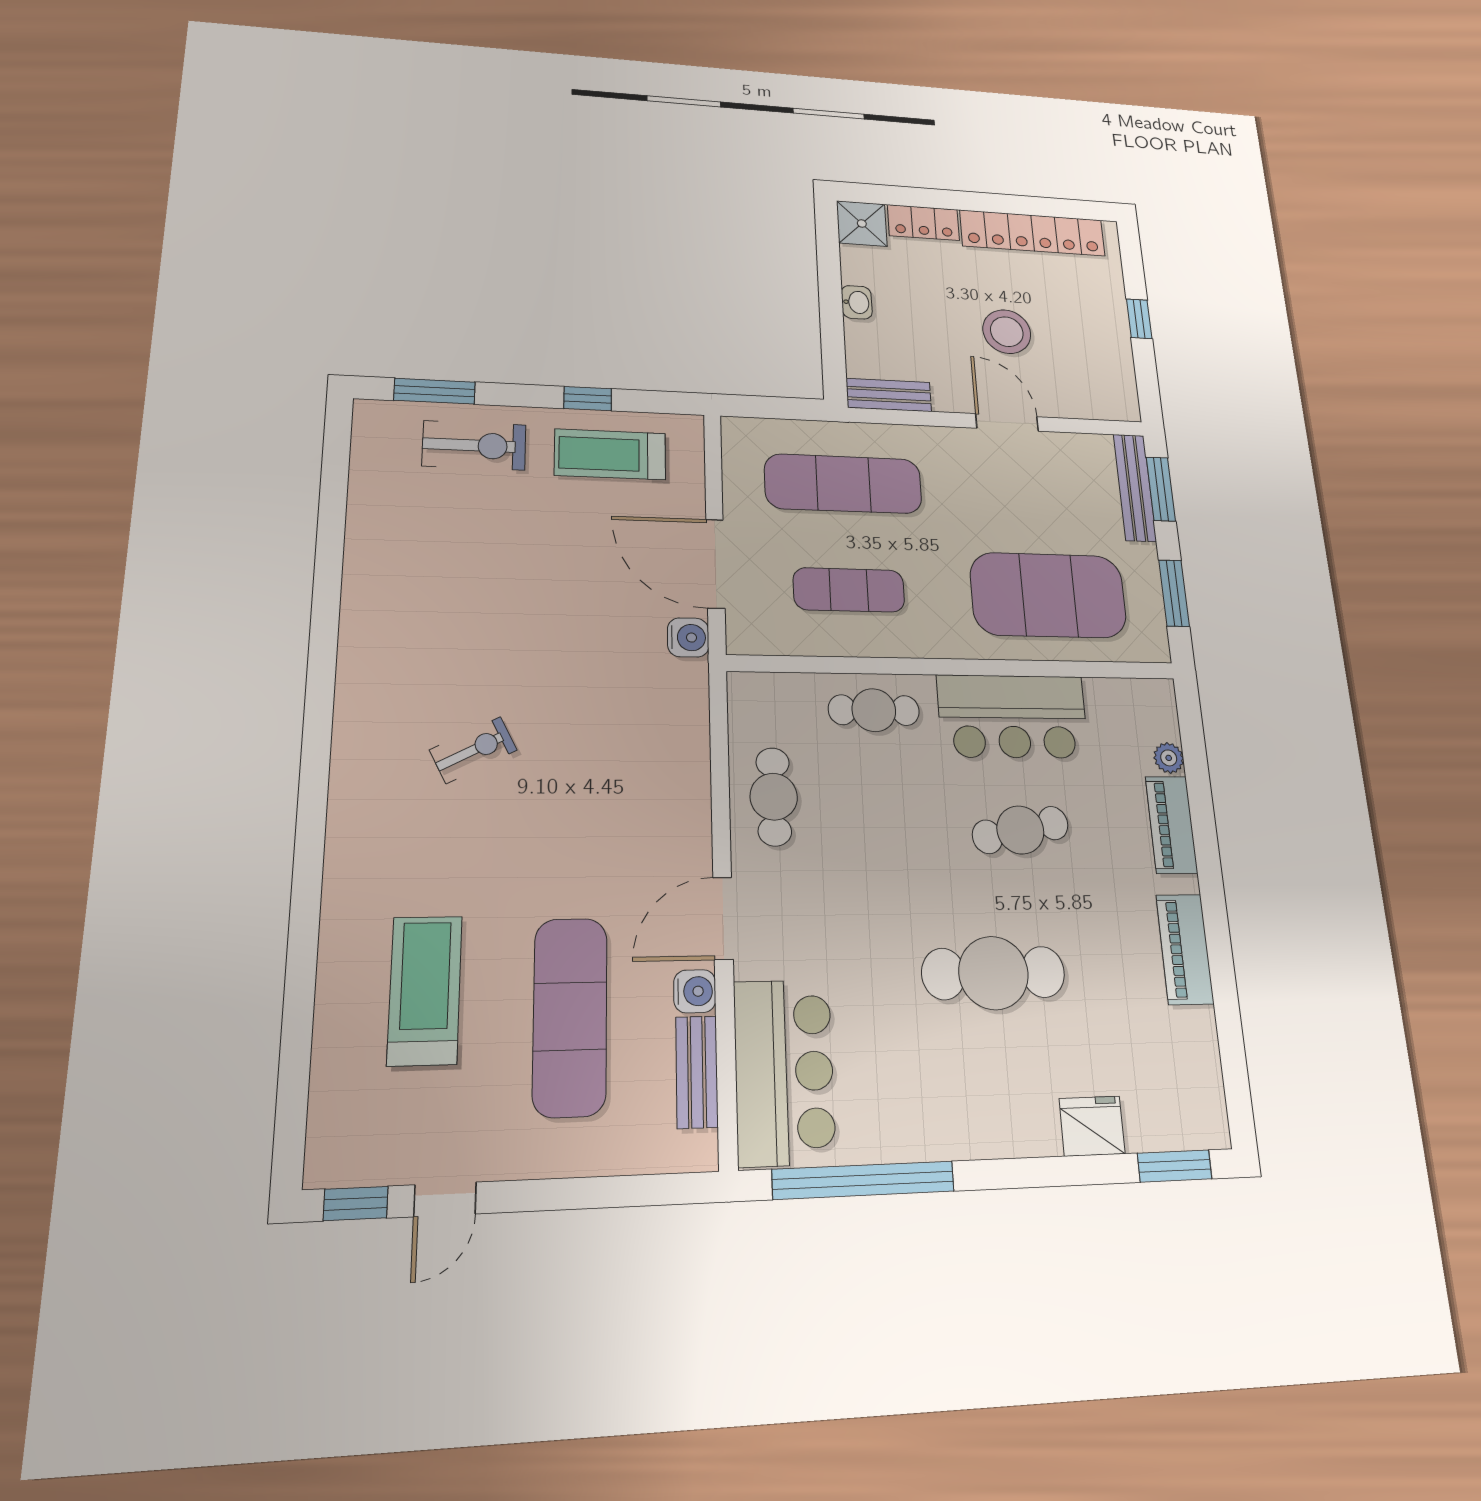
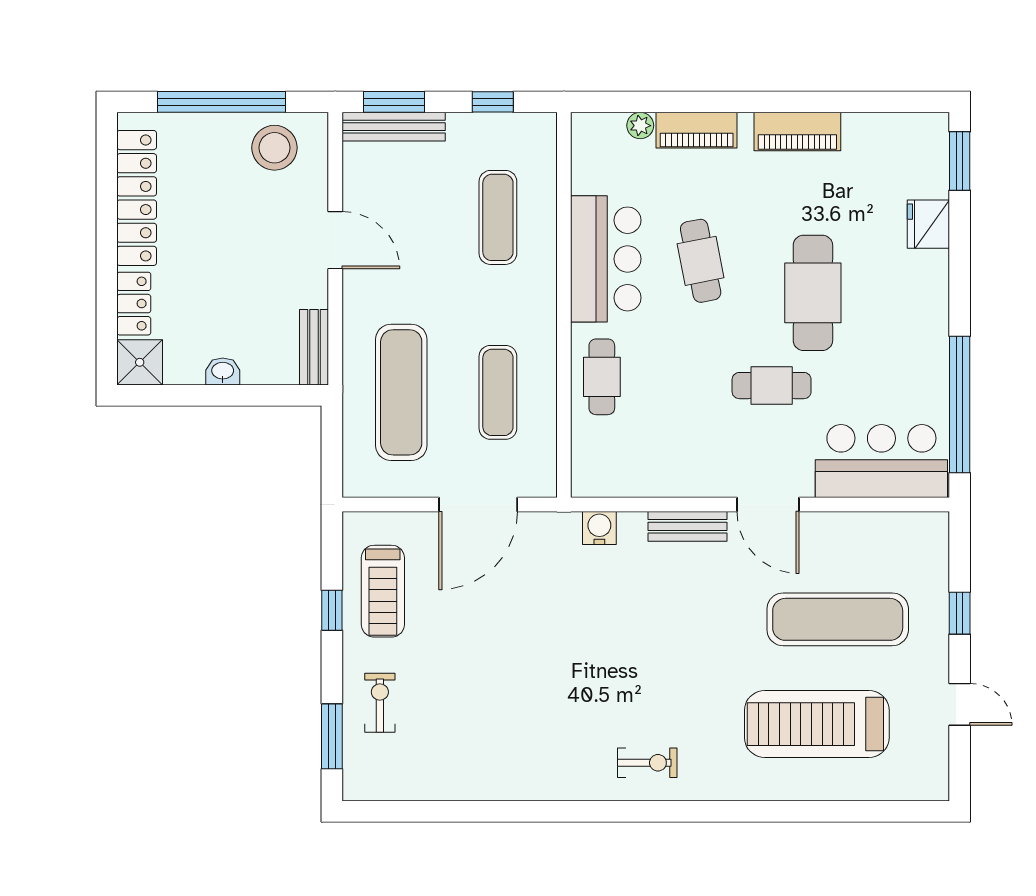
window: (1139, 319) -> (222, 102), width x3.17
stool: (1007, 332) -> (274, 148), moved
door: (1007, 422) -> (335, 240), swing flipped
exercise bike: (474, 445) -> (380, 703), width x0.73, depth x0.72
window: (1174, 593) -> (493, 102), width x0.67
exercise mat: (1048, 595) -> (498, 217), width x0.50, depth x0.69
water cooler: (688, 637) -> (599, 528), moved
exercise bike: (473, 750) -> (647, 763), moved, turned 117
cafe table: (774, 797) -> (772, 386), moved
treadmill: (425, 990) -> (817, 724), width x1.37, depth x1.38
water cooler: (695, 991) -> (822, 527), removed
bench: (697, 1072) -> (687, 526), moved
window: (356, 1204) -> (960, 613), moved

